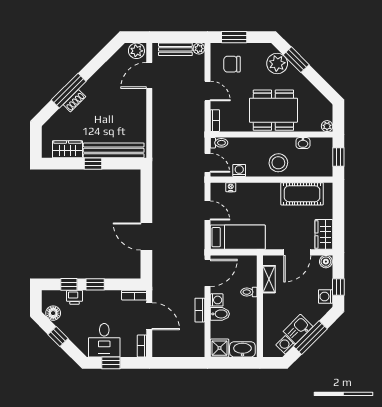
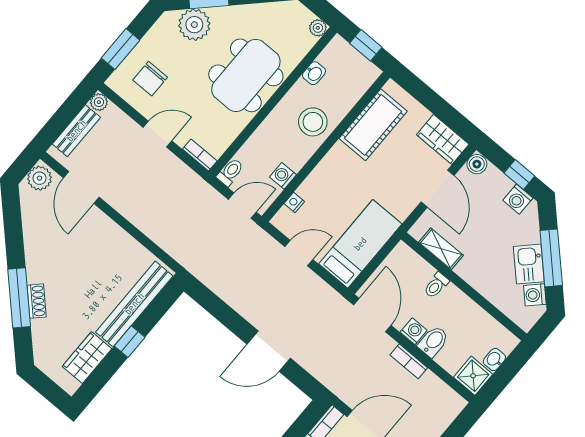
washbasin: (242, 349) -> (494, 359), width x0.52, depth x0.69

